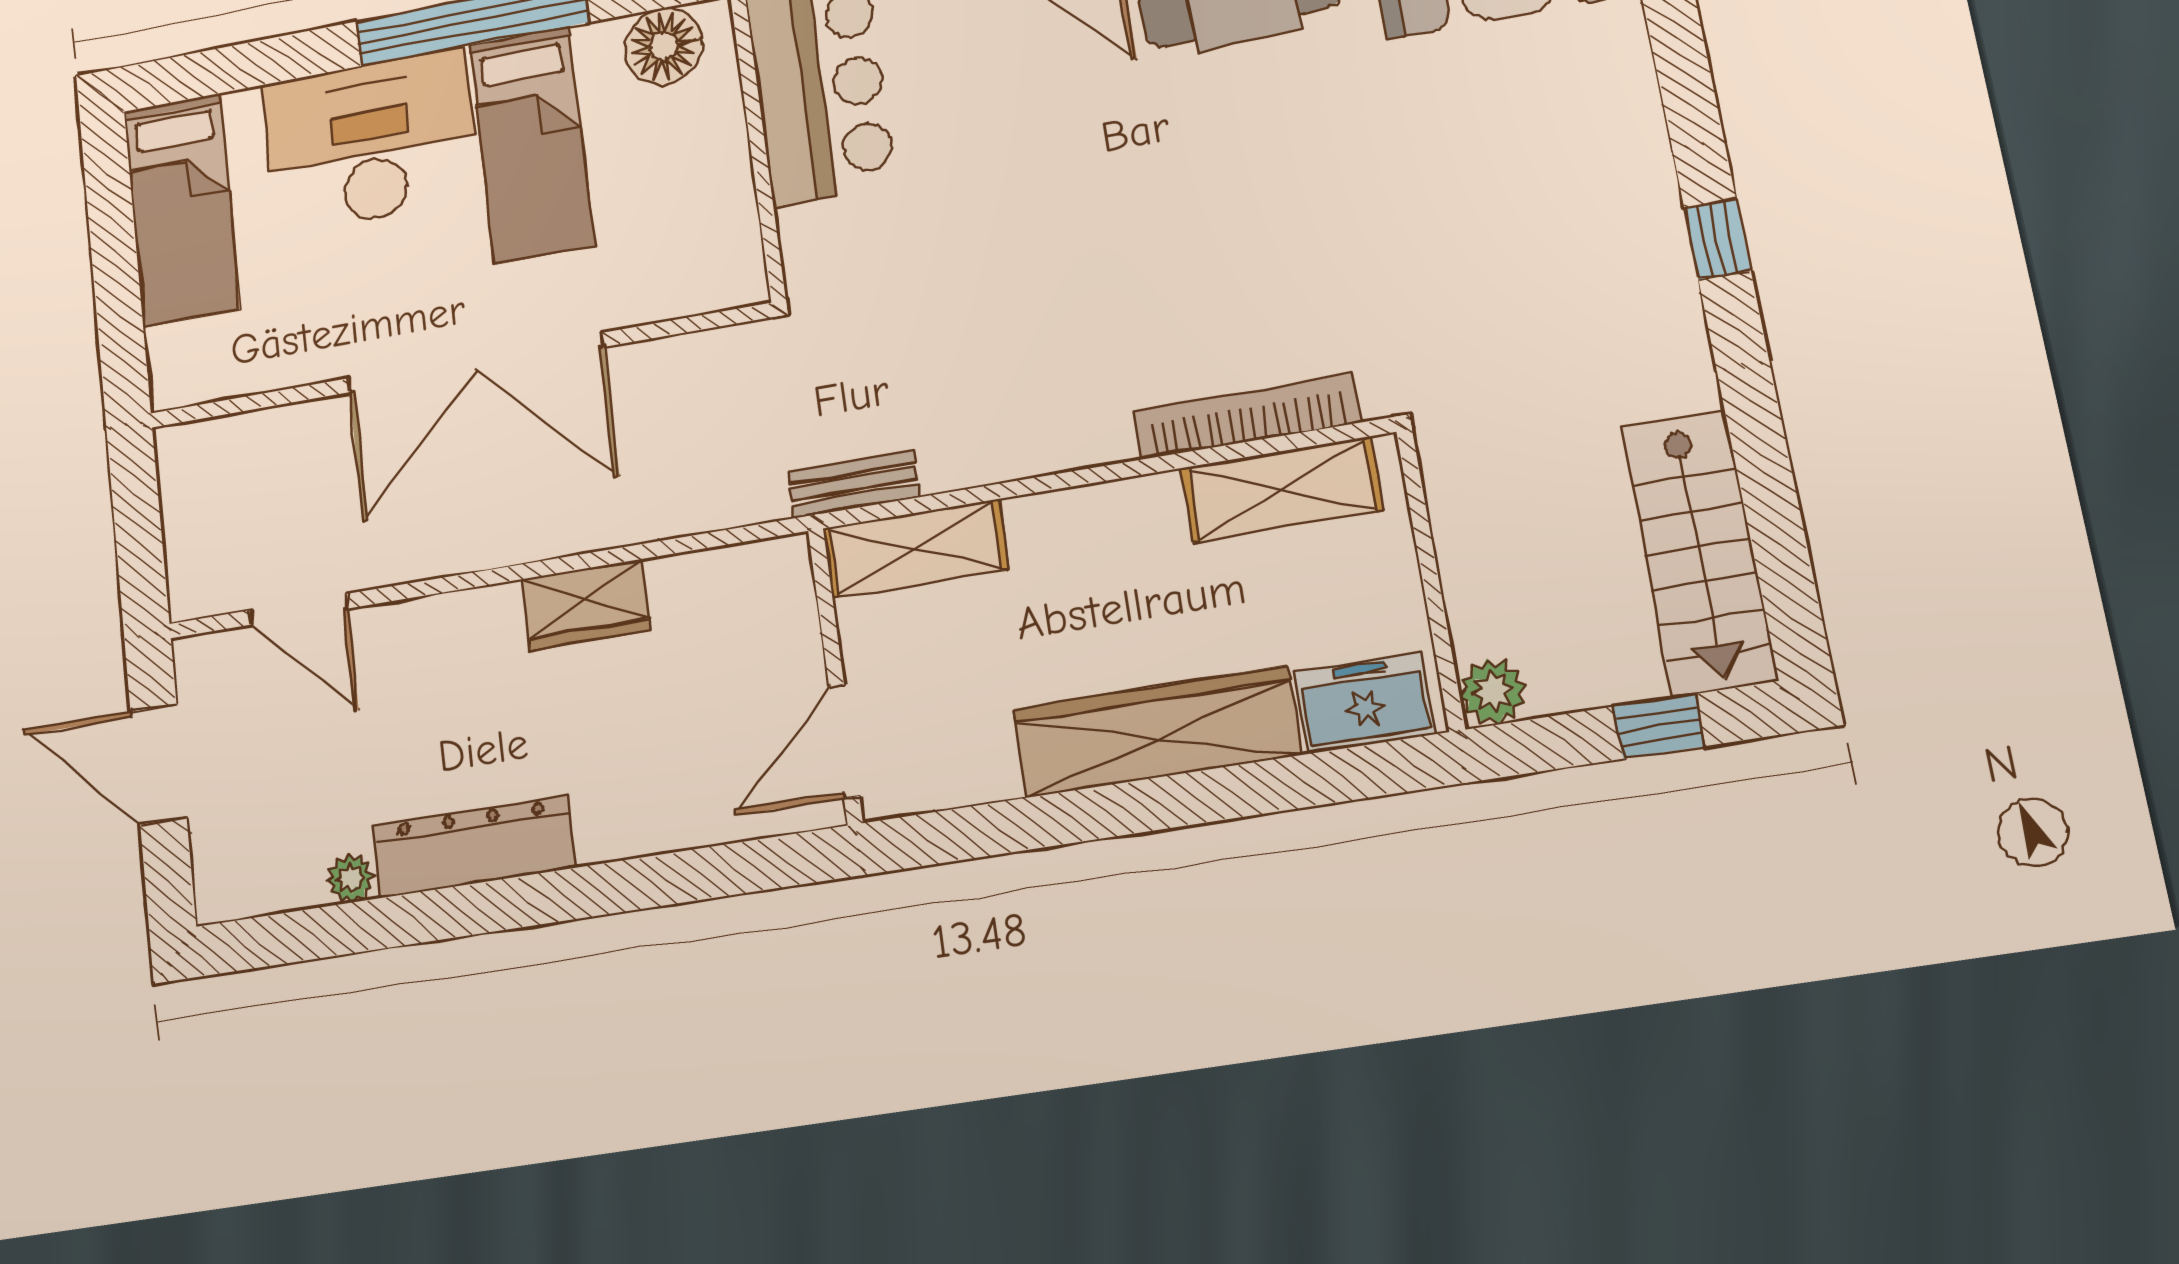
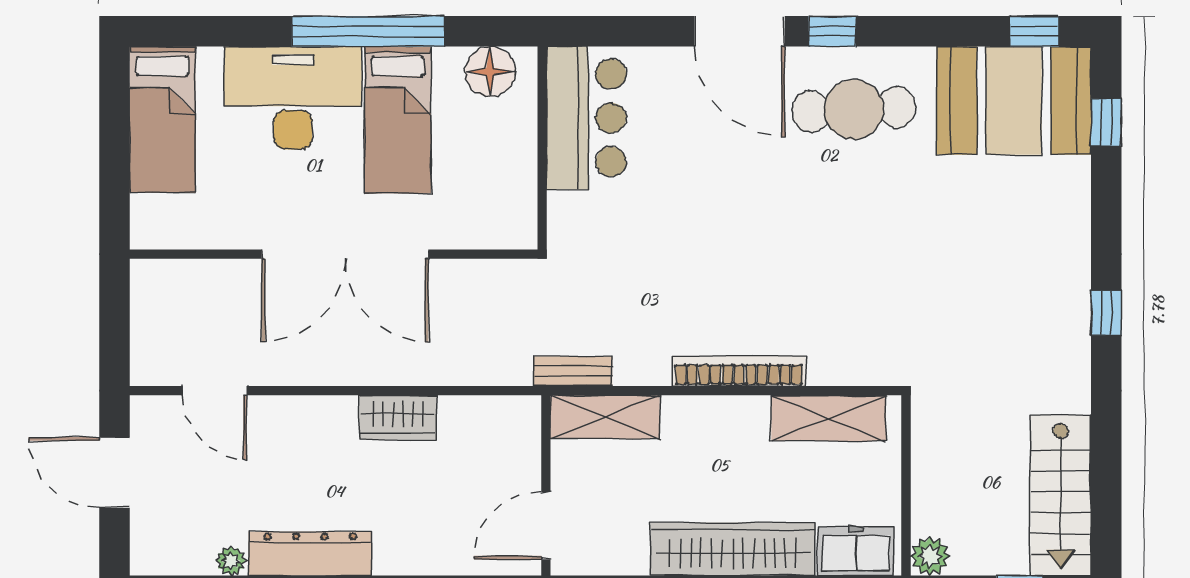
bookcase: (1247, 417) -> (739, 371), moved

